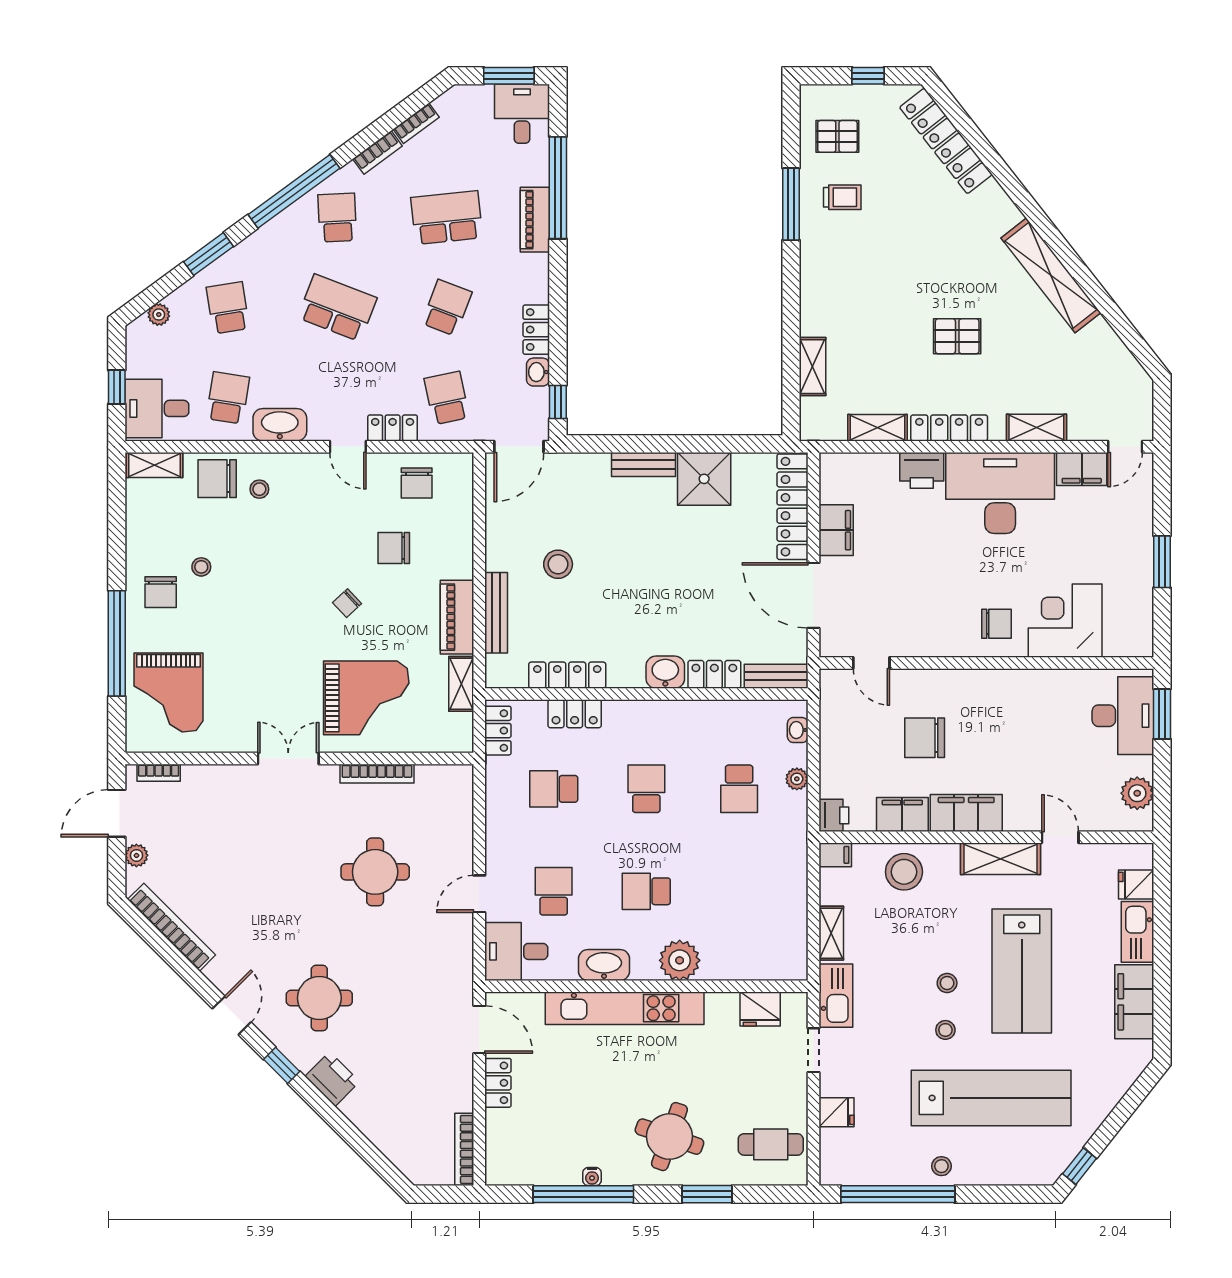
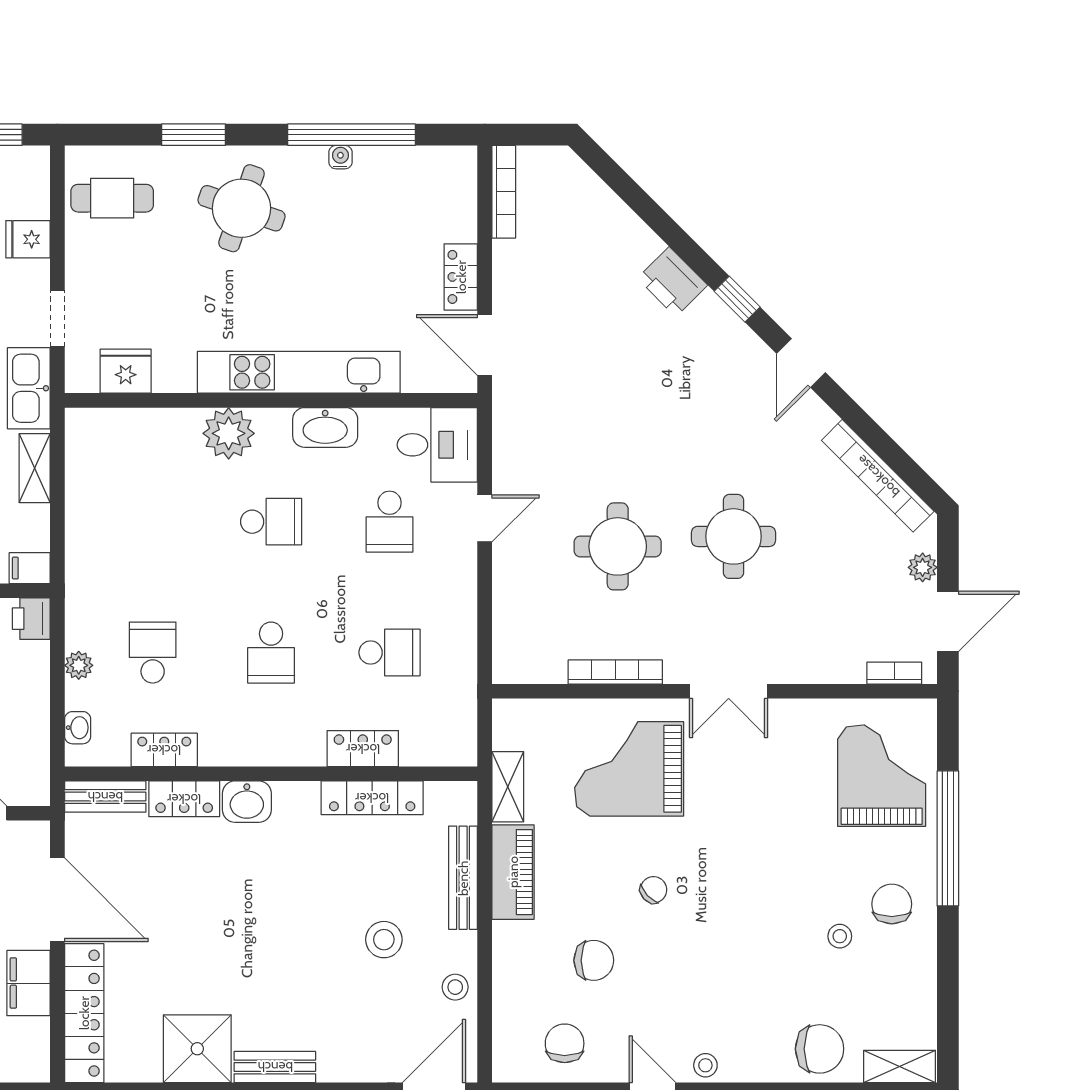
stool: (259, 489) -> (705, 1065), moved
stool: (502, 527) -> (455, 987), added
locker: (498, 731) -> (164, 750), moved, turned 90
round table: (319, 998) -> (734, 536), moved

